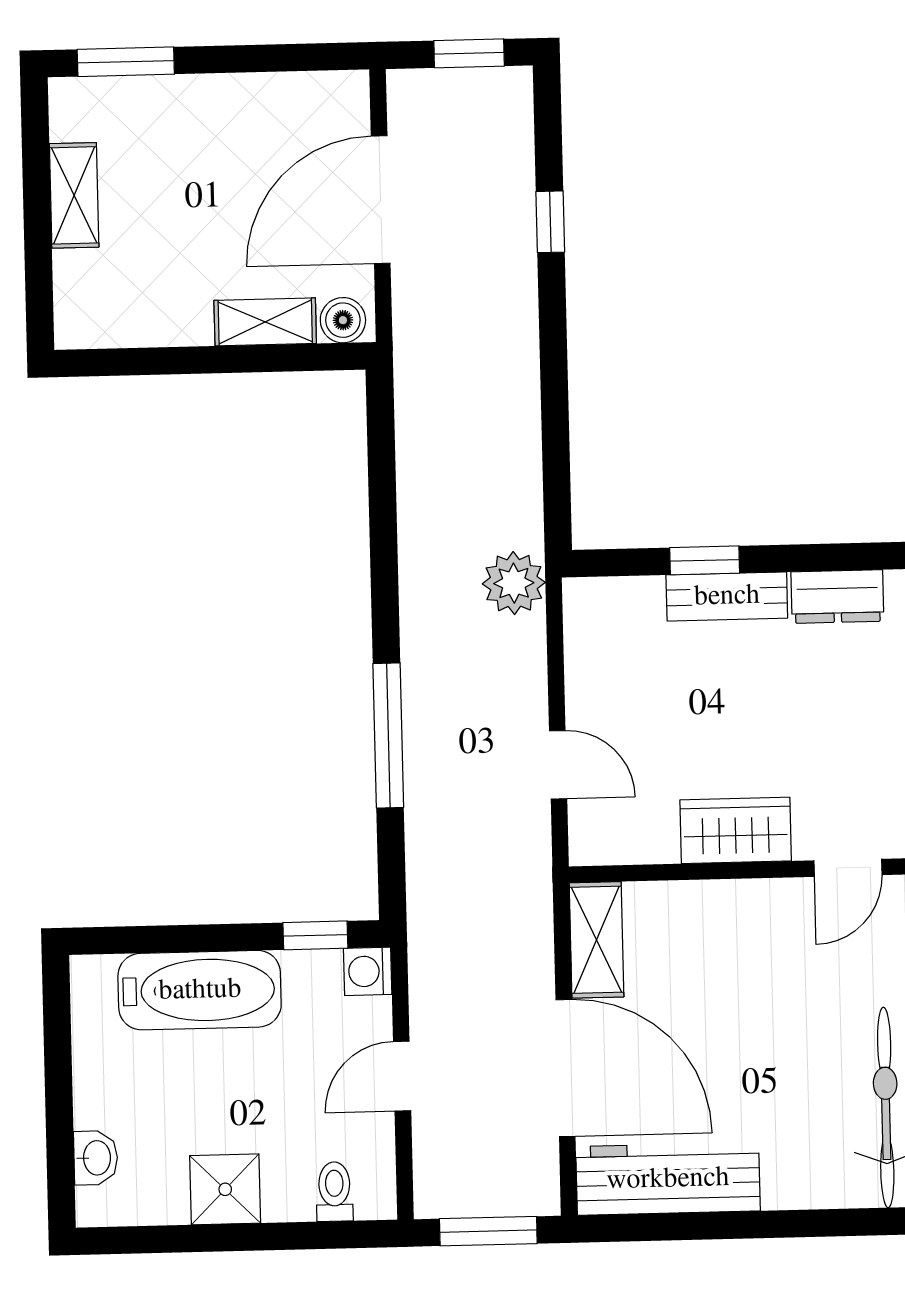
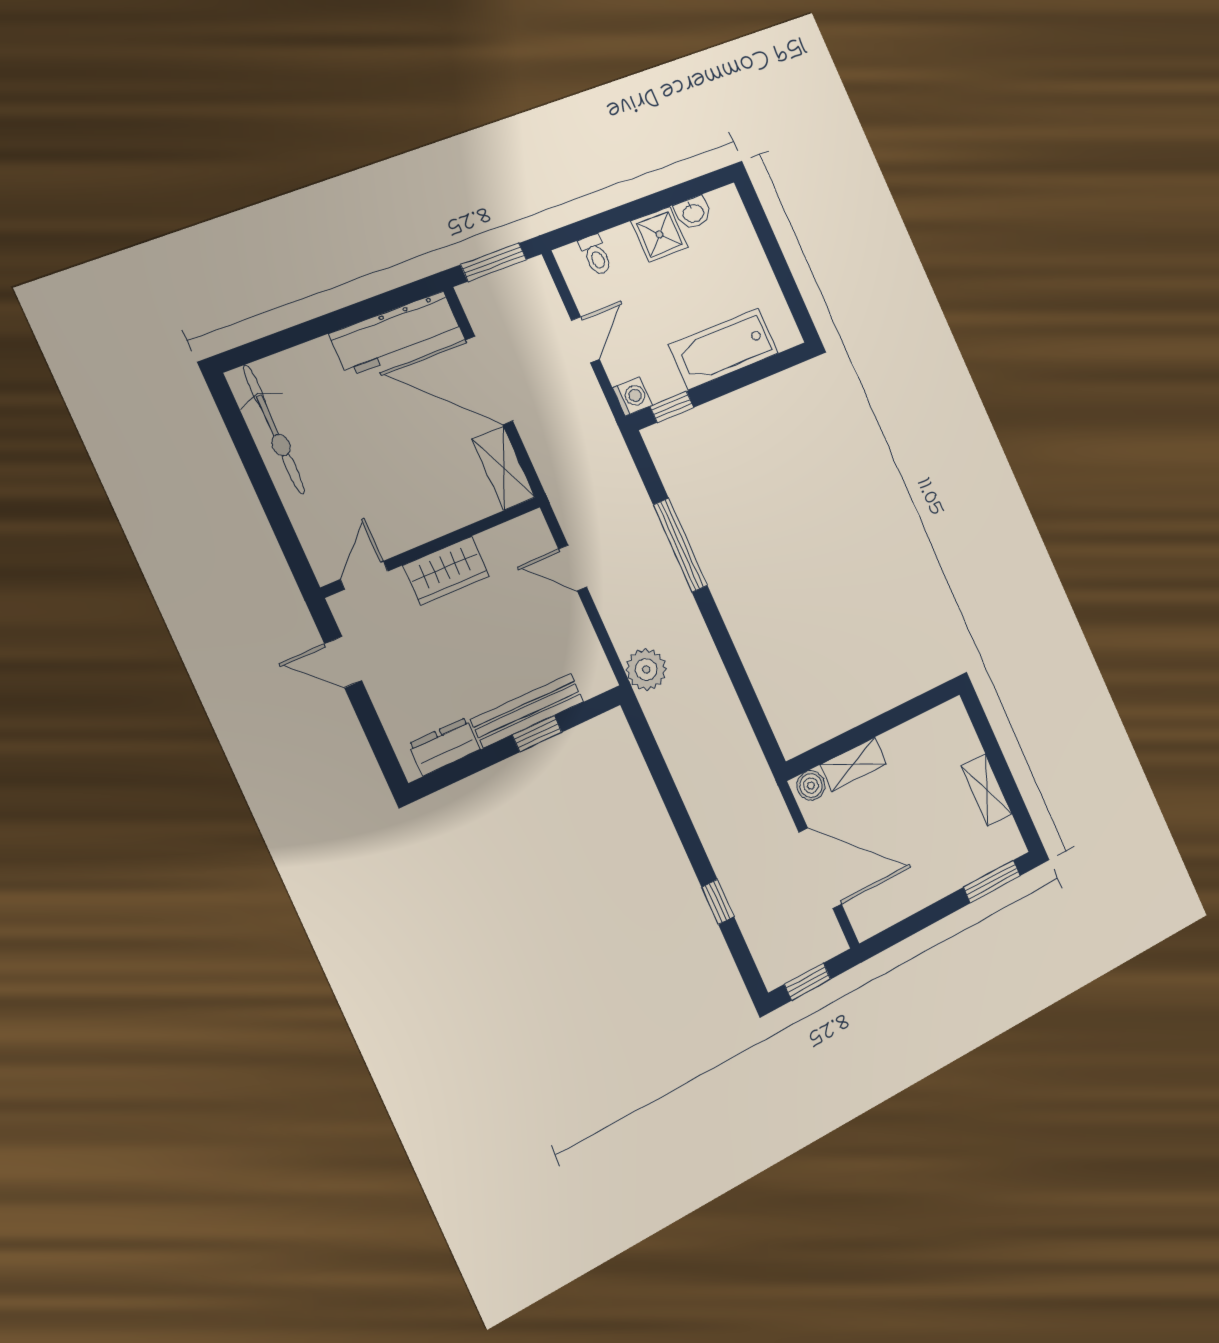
door: (381, 200) -> (820, 868), hinge flipped
bench: (727, 596) -> (527, 711), width x1.36
washbasin: (96, 1158) -> (693, 213), moved, turned -90

